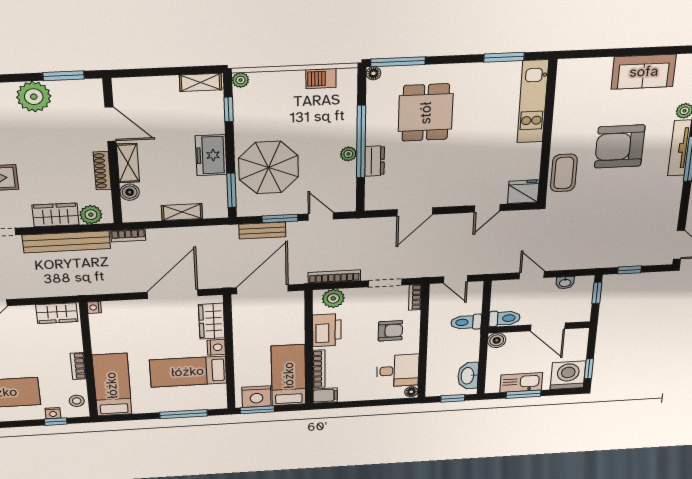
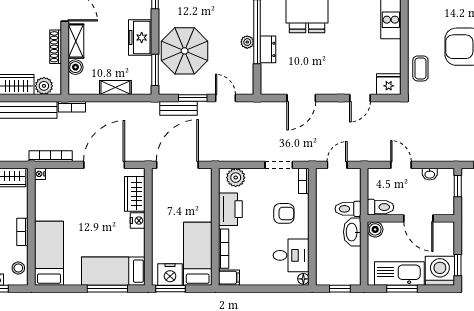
coffee table: (564, 173) -> (420, 68), width x0.73, depth x0.77
bookcase: (334, 277) -> (51, 156), moved
door: (456, 279) -> (337, 165), swing flipped
bed: (188, 372) -> (113, 271), moved
washbasin: (468, 376) -> (352, 232), moved
kitchen sink: (521, 382) -> (399, 273), width x1.36, depth x1.24

